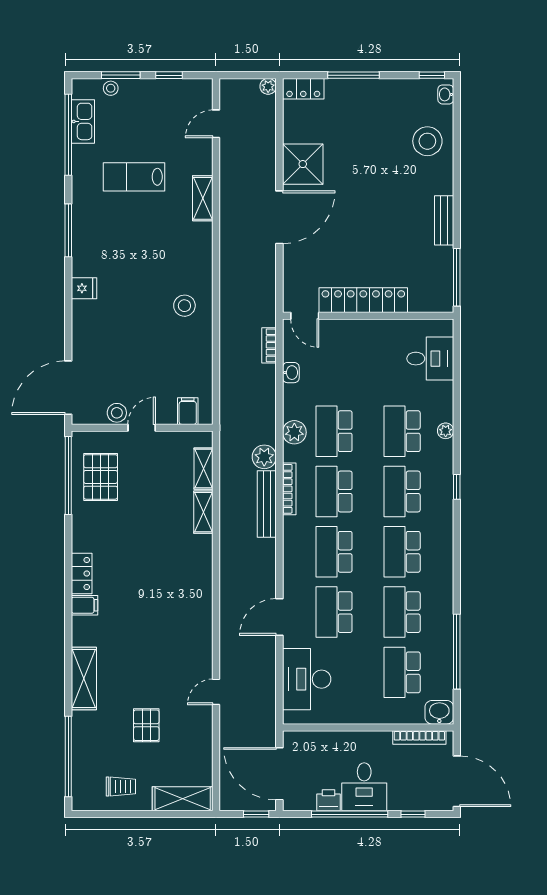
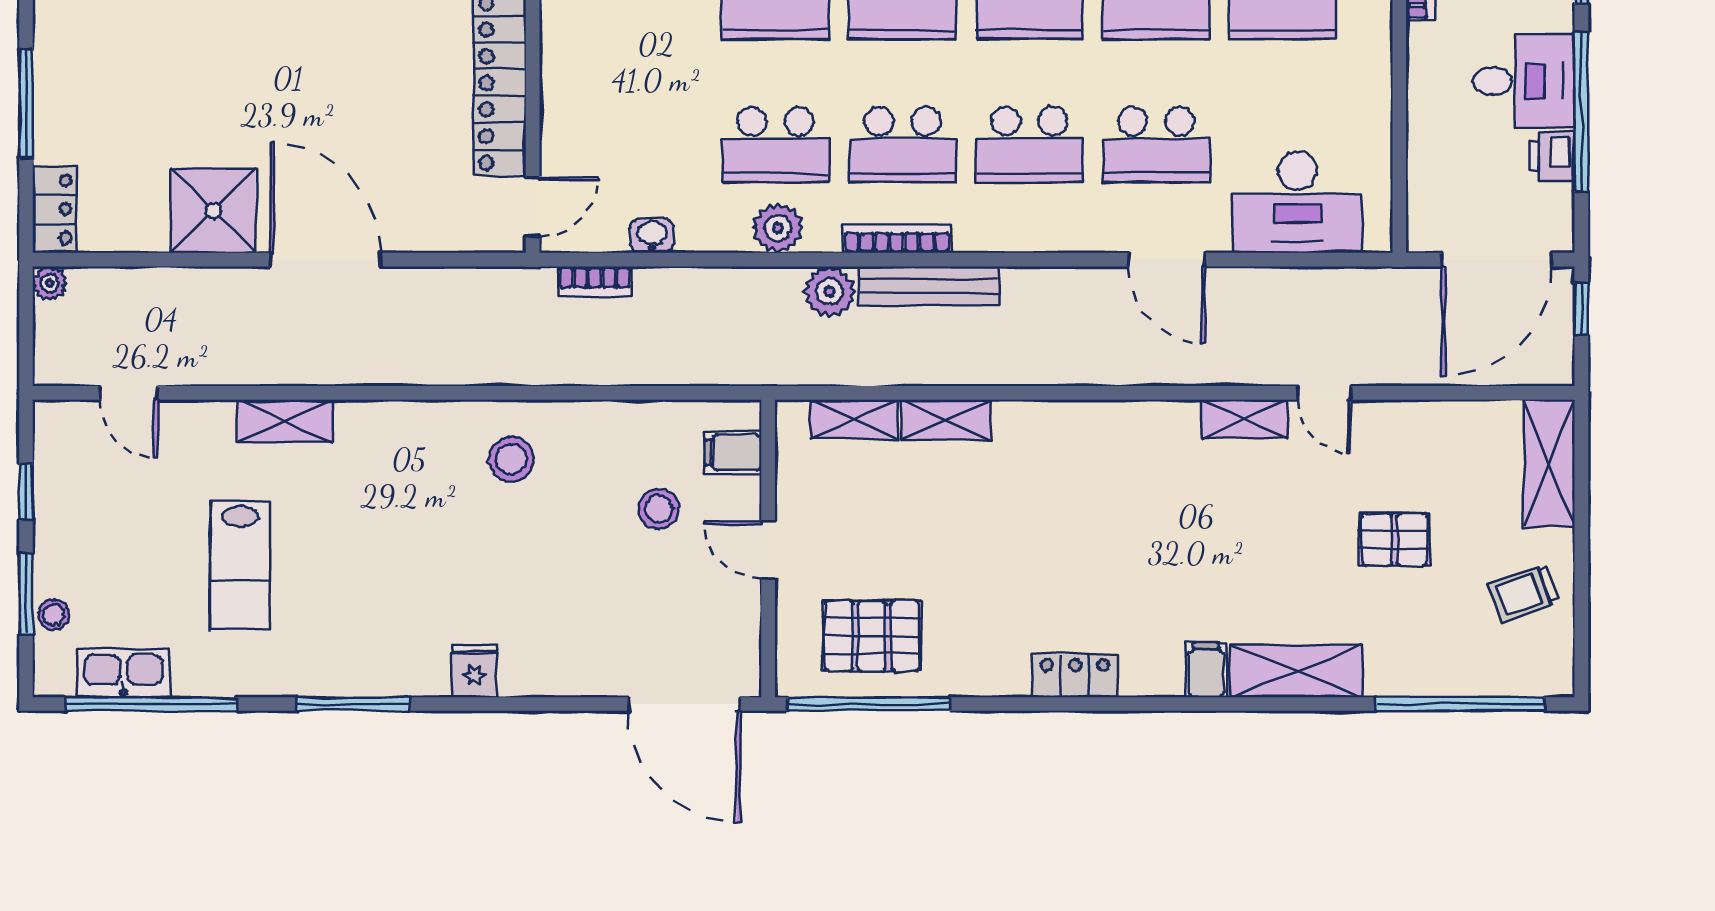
stool: (117, 413) -> (659, 509), moved
filing cabinet: (84, 605) -> (1206, 670), moved
shelving: (204, 654) -> (1244, 419), added
trolley: (121, 787) -> (1523, 593), turned -110

